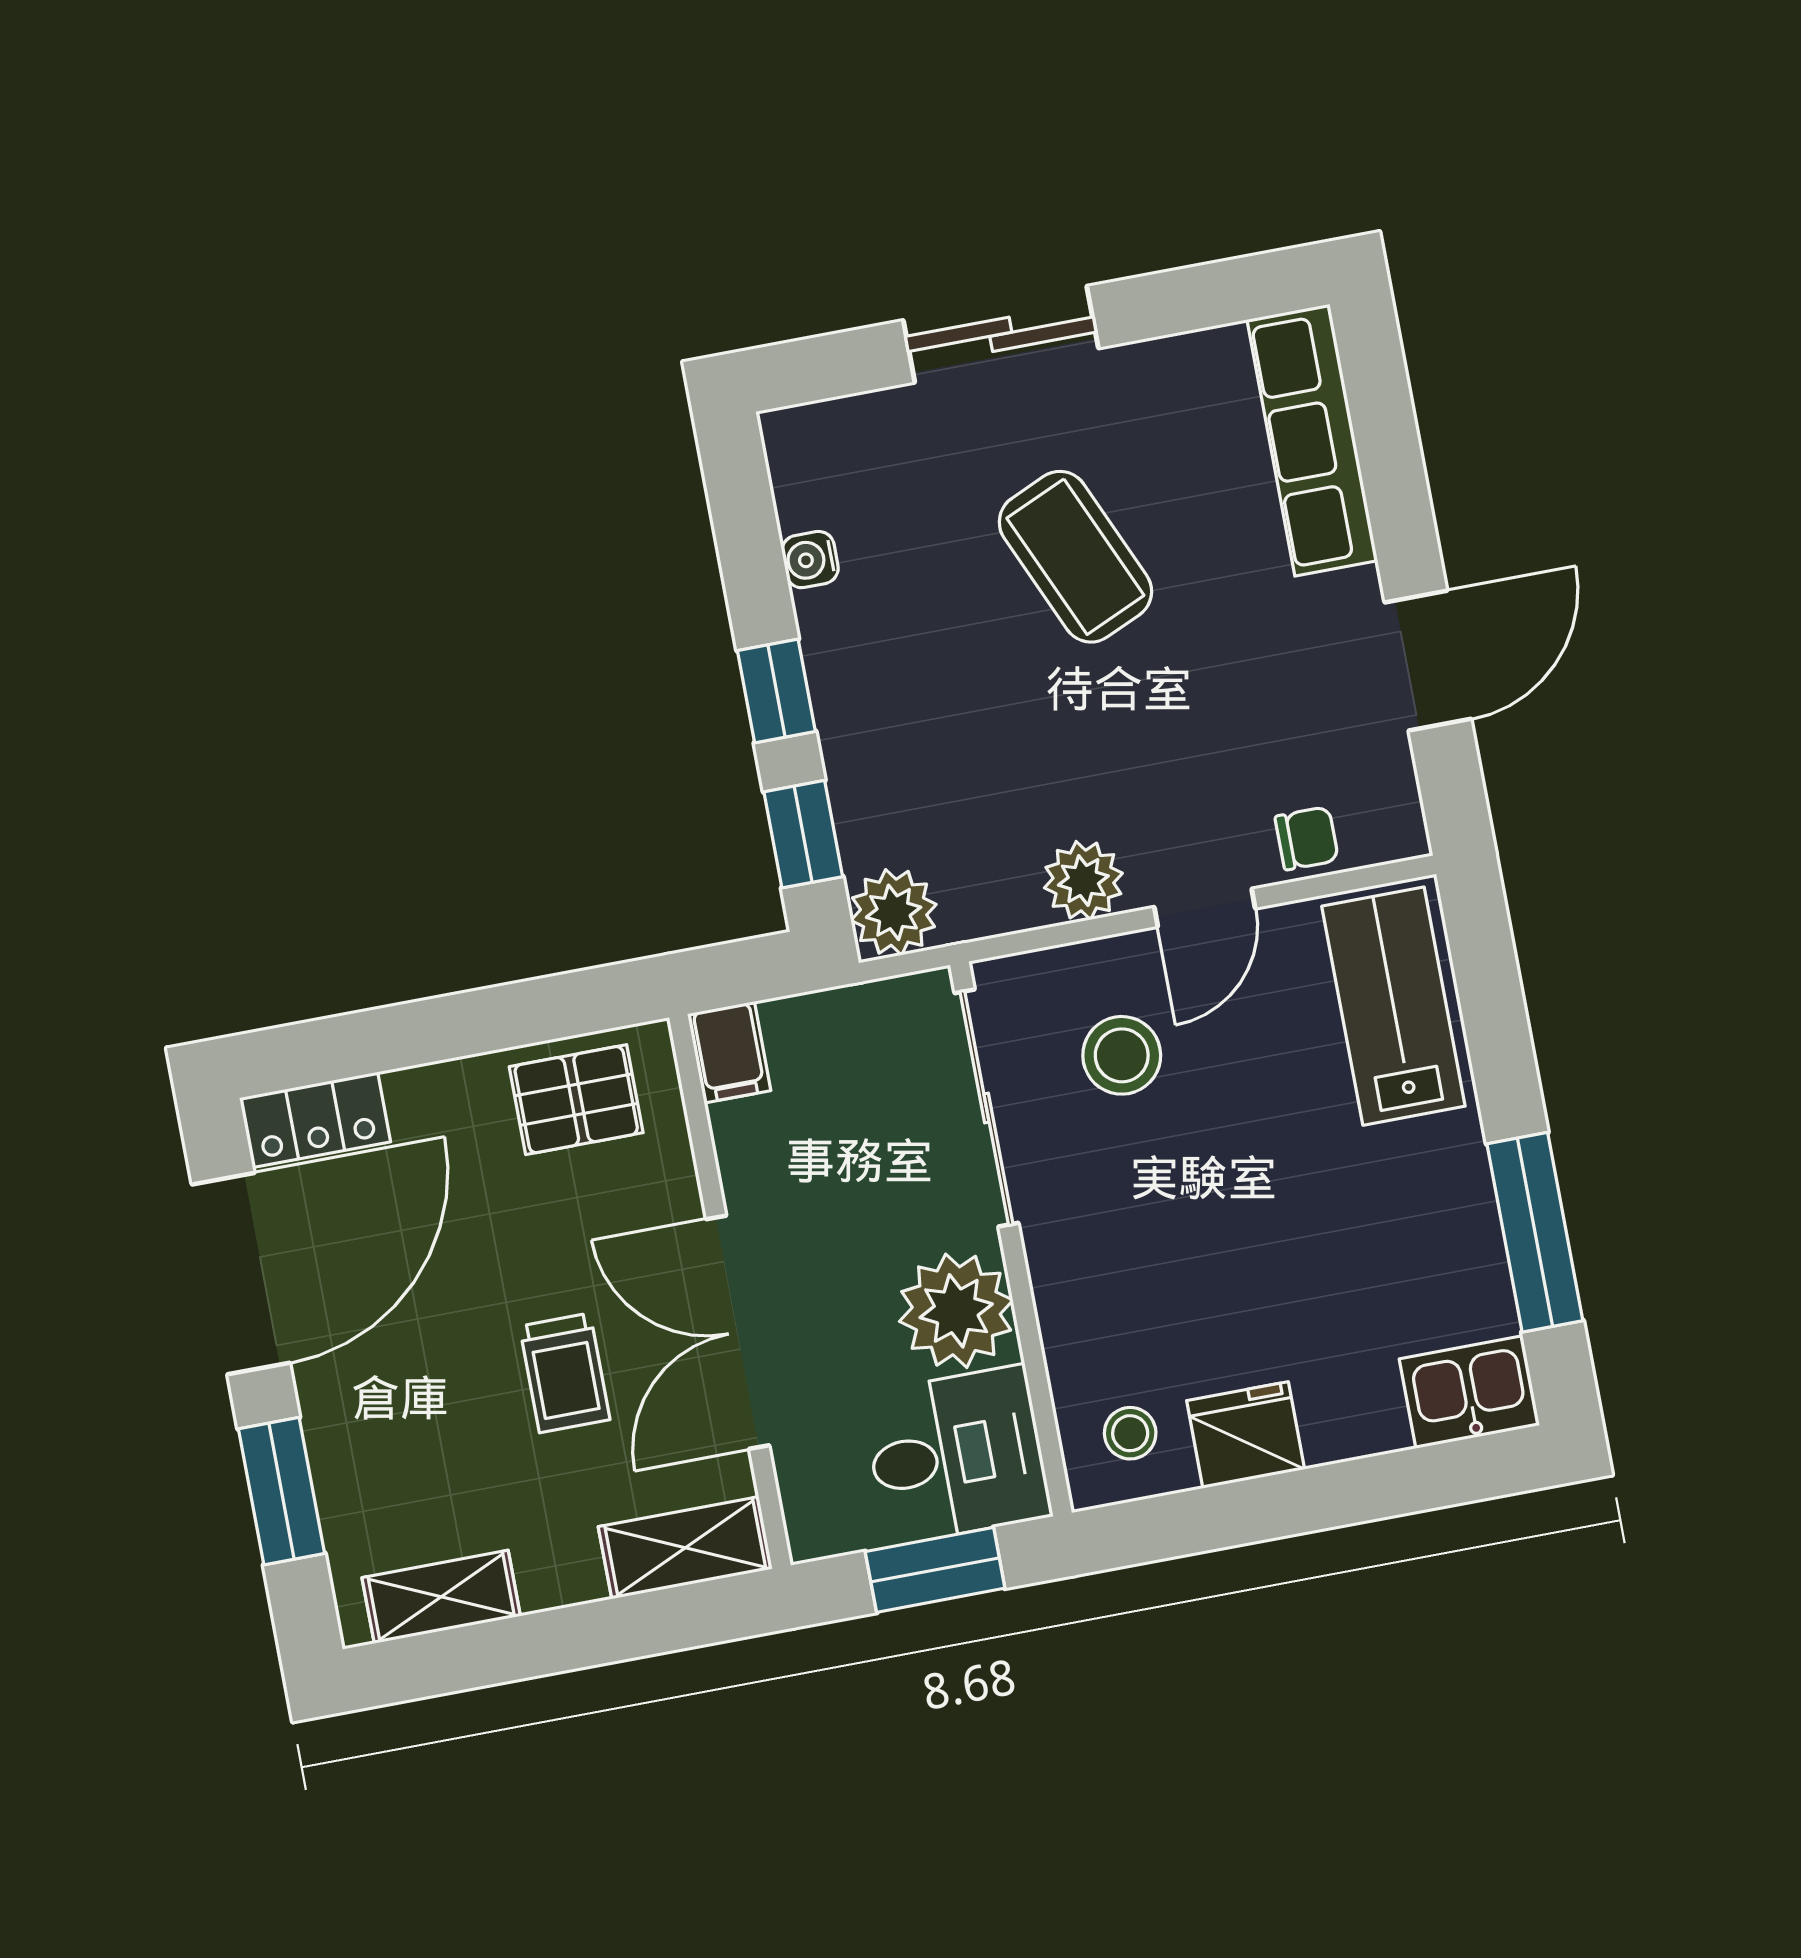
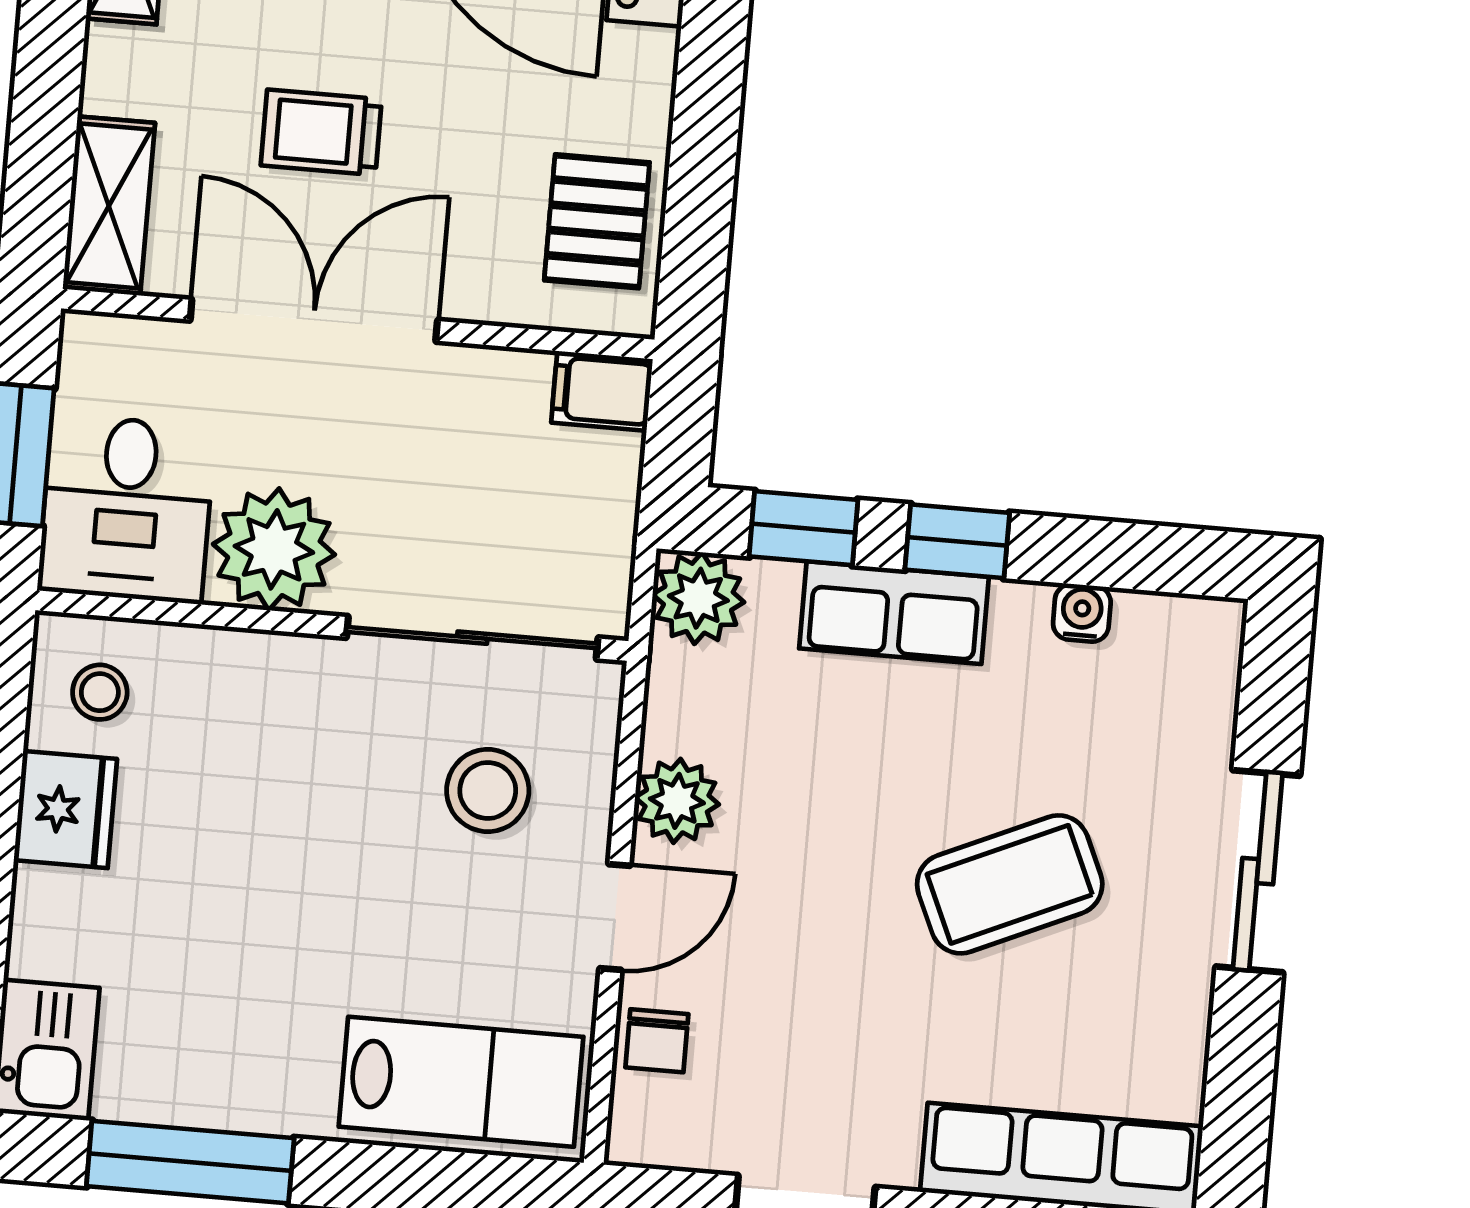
row of seats: (857, 731) -> (894, 613), added
door: (1205, 908) -> (615, 917), swing flipped

